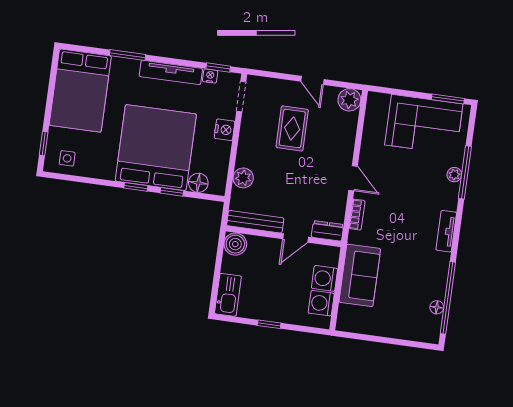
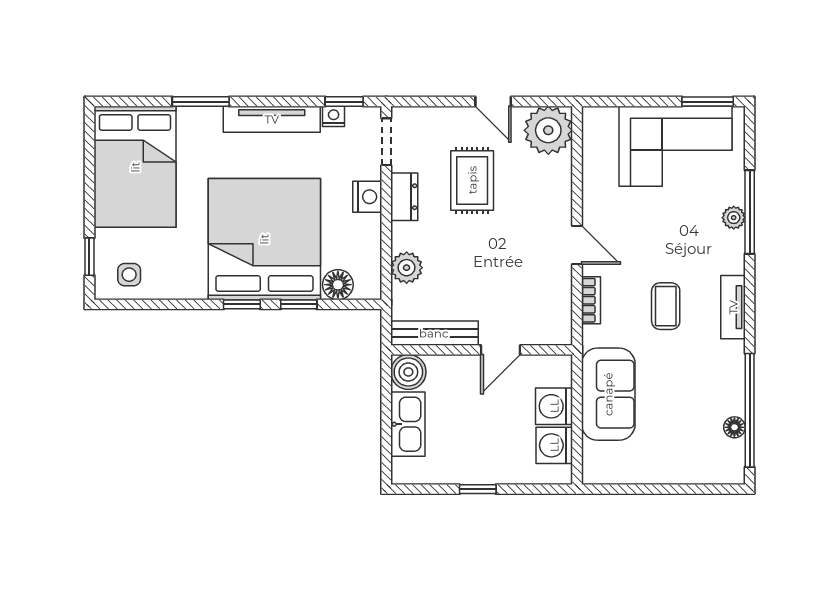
plant: (349, 100) -> (548, 130), width x1.36, depth x1.36
coffee table: (404, 225) -> (666, 306), added
dresser: (327, 231) -> (404, 197), moved, turned 90
kitchen sink: (228, 295) -> (408, 424), moved

